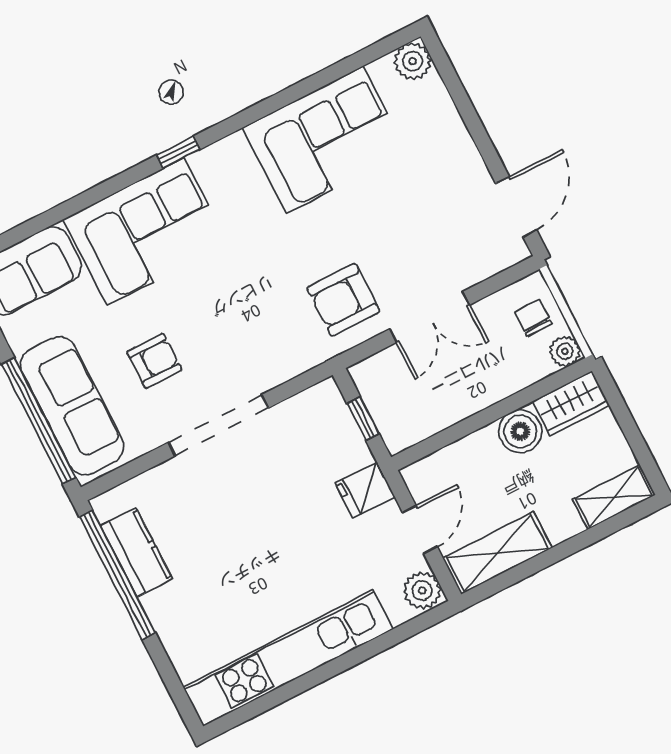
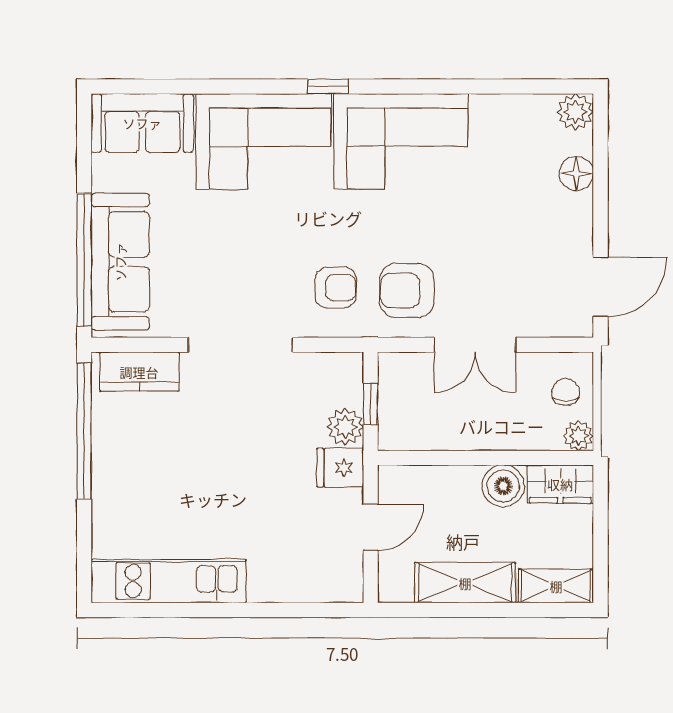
floor lamp: (442, 116) -> (576, 174), added
corner sofa: (325, 140) -> (401, 141), moved
armchair: (154, 361) -> (336, 287), moved
kitchen counter: (136, 552) -> (139, 372), moved, turned 90
shelving: (497, 553) -> (465, 583), moved
plant: (422, 590) -> (345, 427), moved
kitchen unit: (288, 658) -> (169, 581), width x0.73

